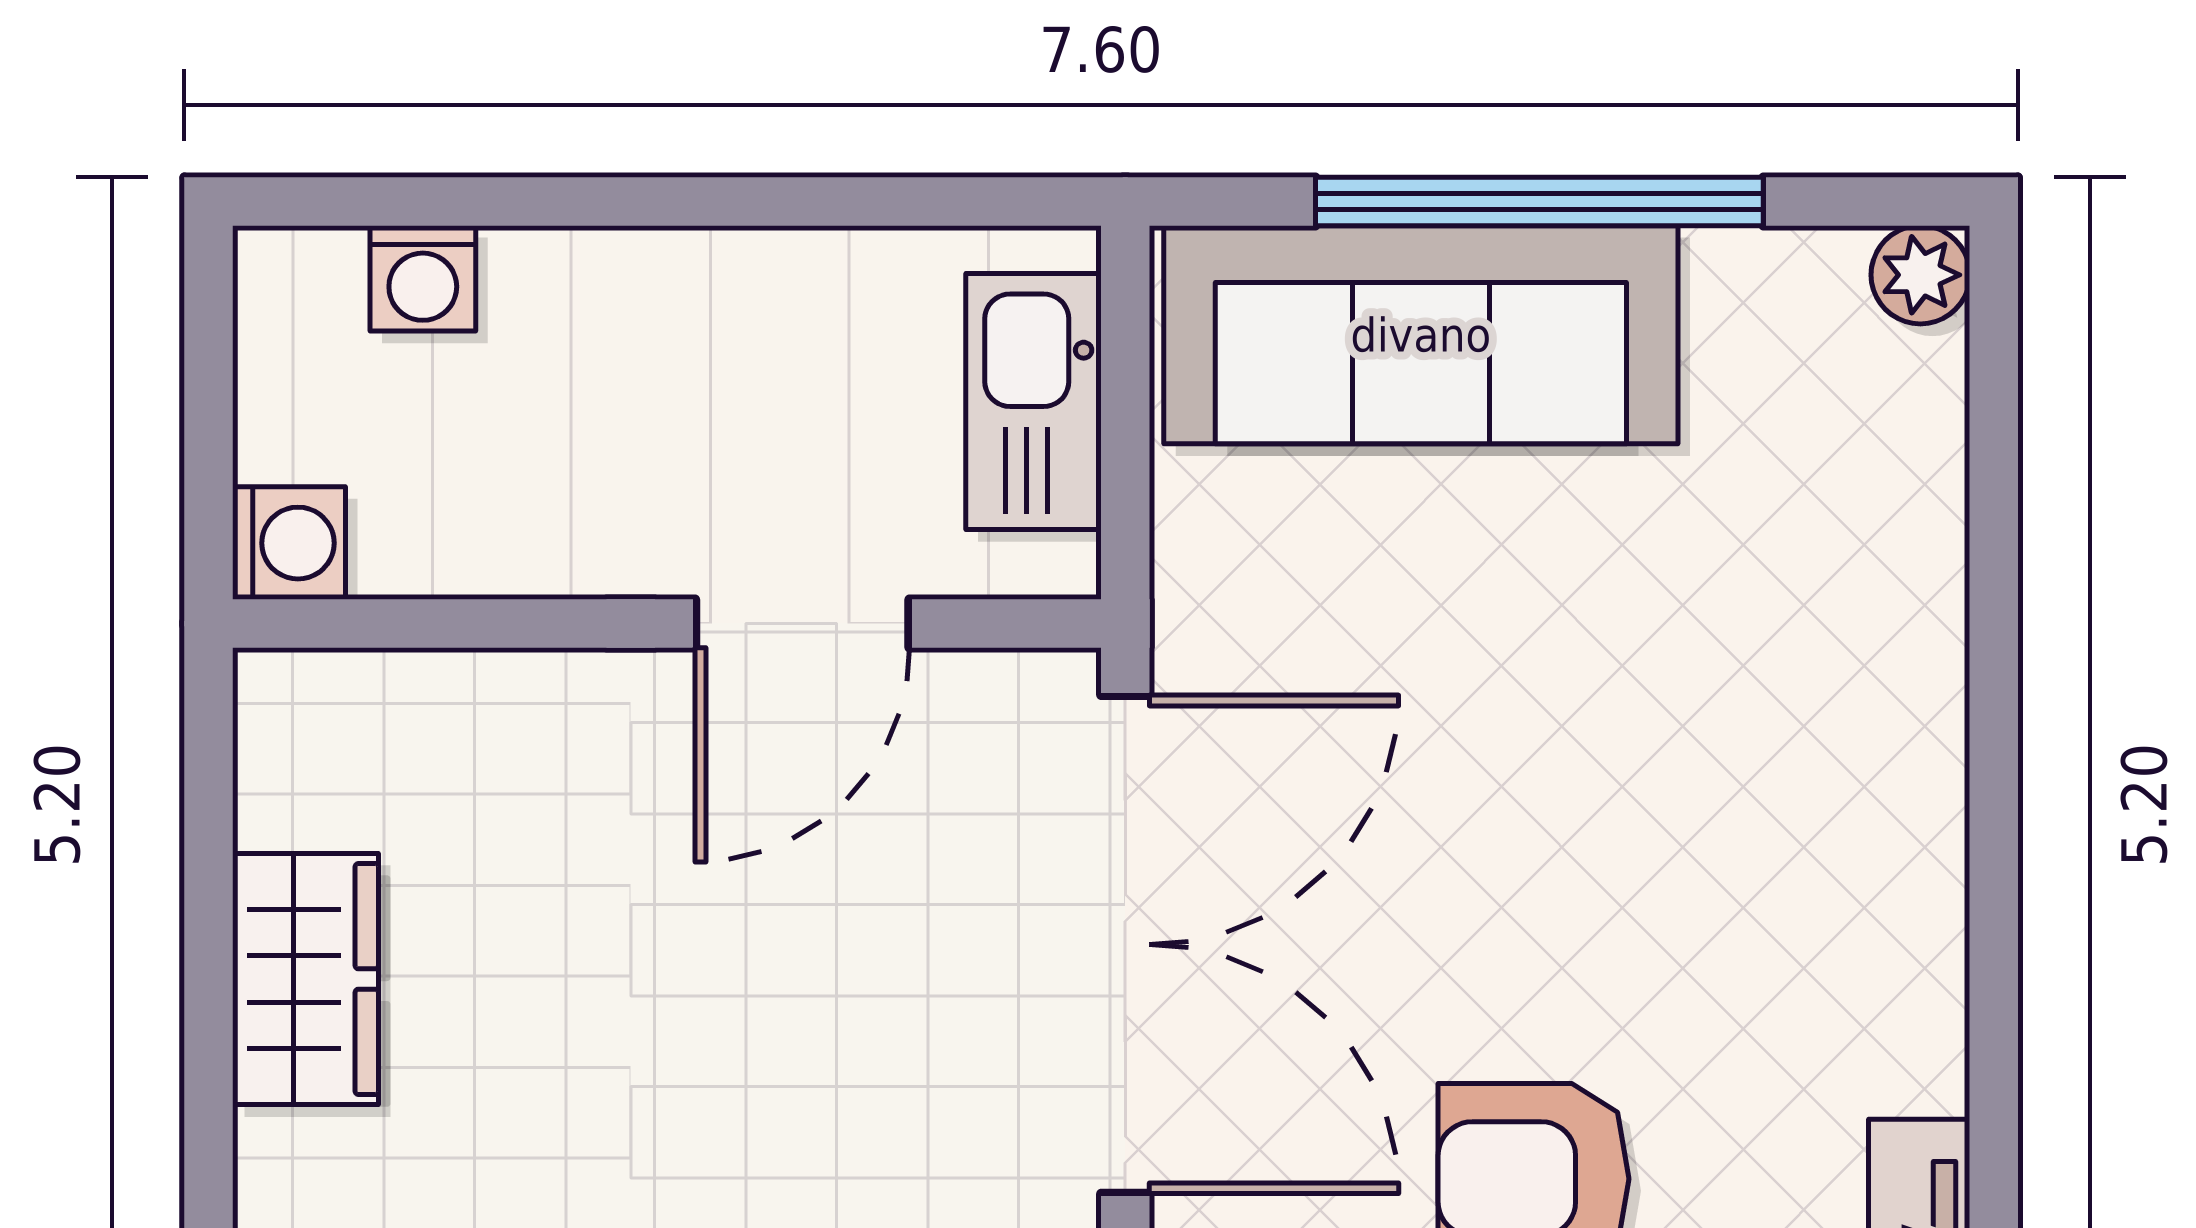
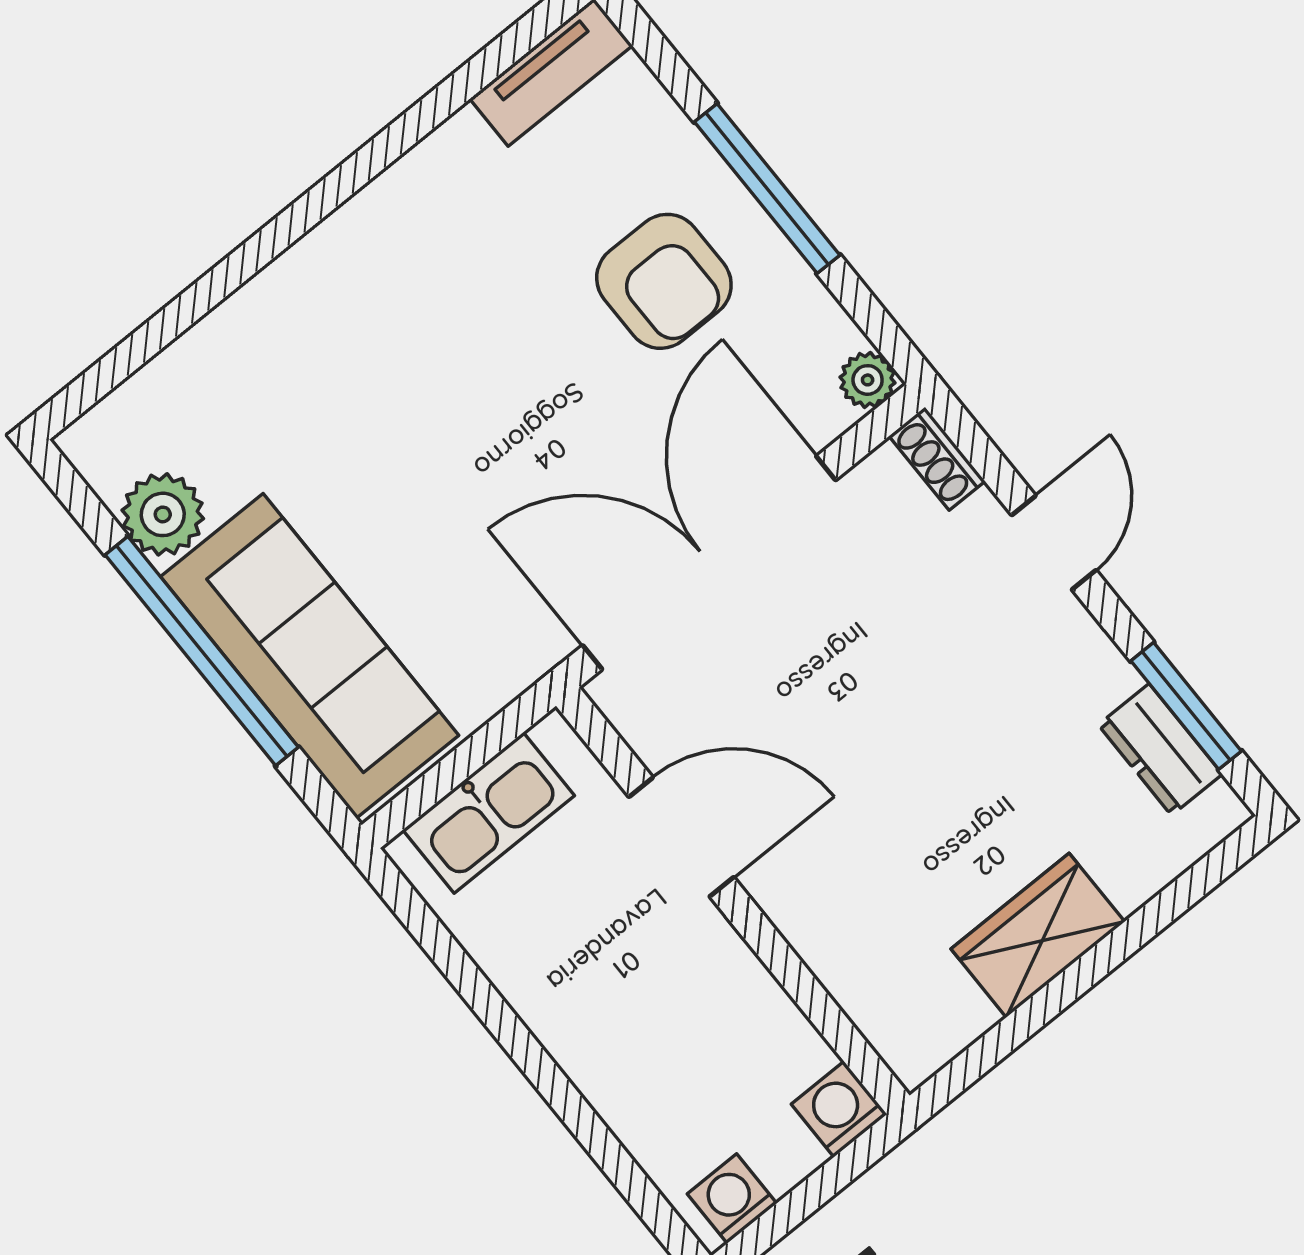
plant: (1920, 275) -> (163, 514), moved, width x1.38, depth x1.38
washing machine: (423, 278) -> (732, 1199), moved, turned -90

